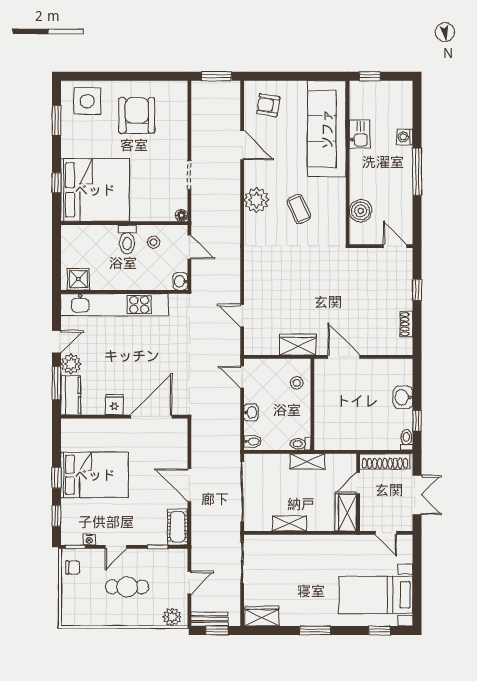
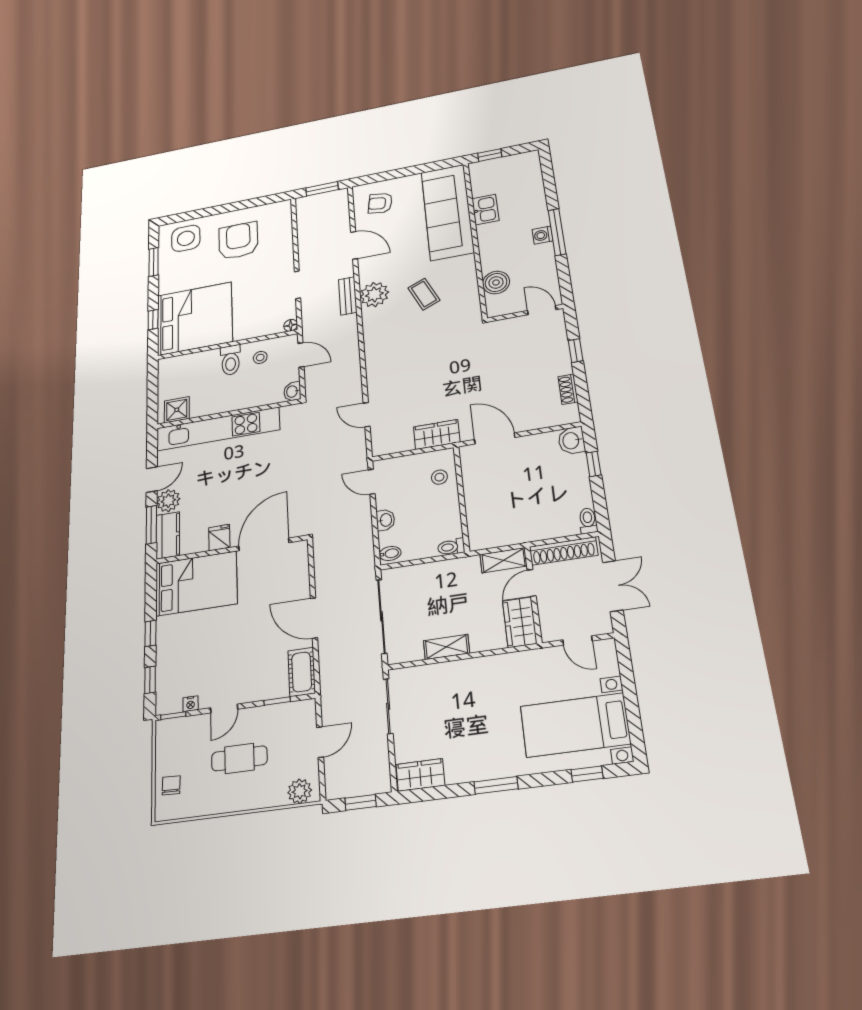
washing machine: (405, 137) -> (543, 235), moved
washbasin: (403, 397) -> (571, 441), moved
window: (417, 421) -> (594, 464), moved
shelving: (308, 461) -> (503, 560), moved
bed: (95, 475) -> (196, 583), moved
chair: (73, 568) -> (171, 785), moved, turned -88
bench: (210, 619) -> (348, 296), moved, turned 90

